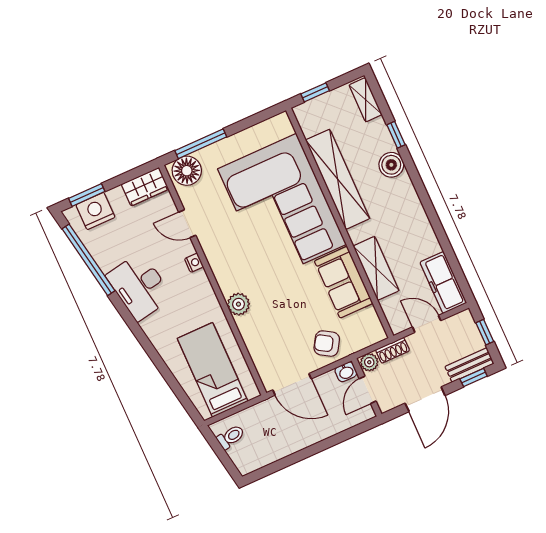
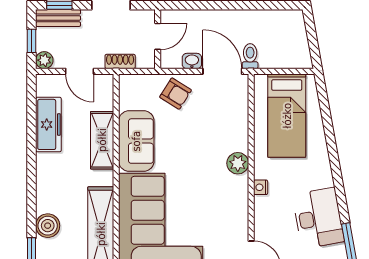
nightstand: (194, 263) -> (261, 187), moved
freezer: (443, 282) -> (48, 124), moved
plant: (369, 362) -> (44, 60), moved
washbasin: (346, 372) -> (192, 61), moved
toilet: (231, 437) -> (250, 56), moved, turned 100

